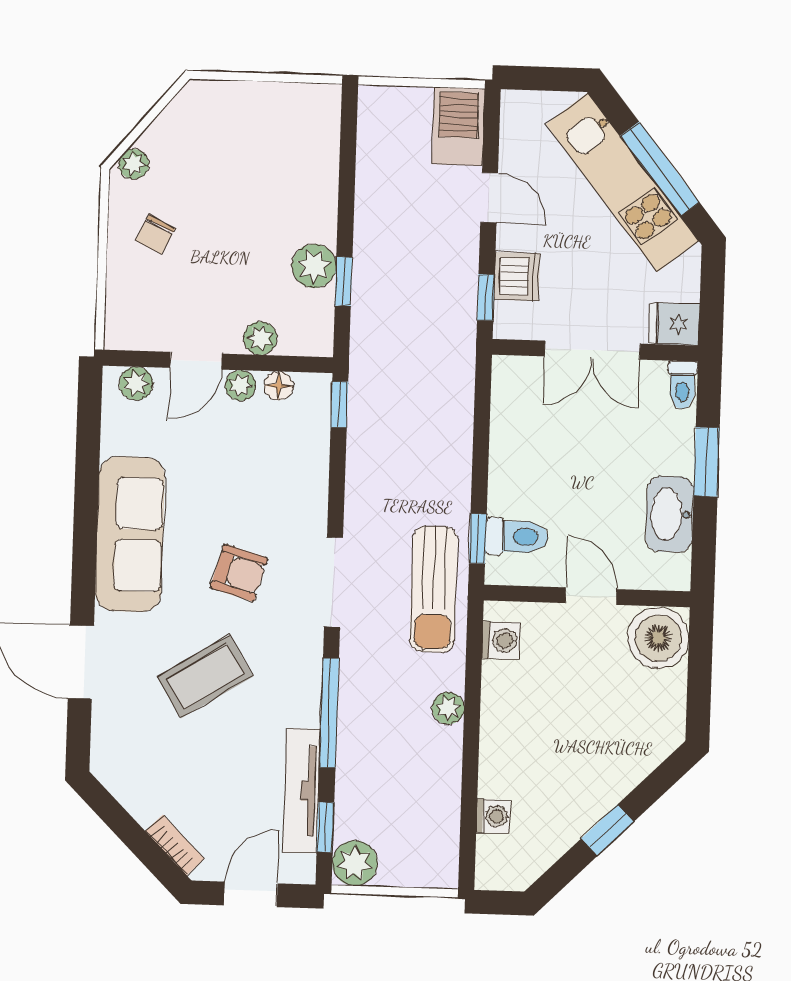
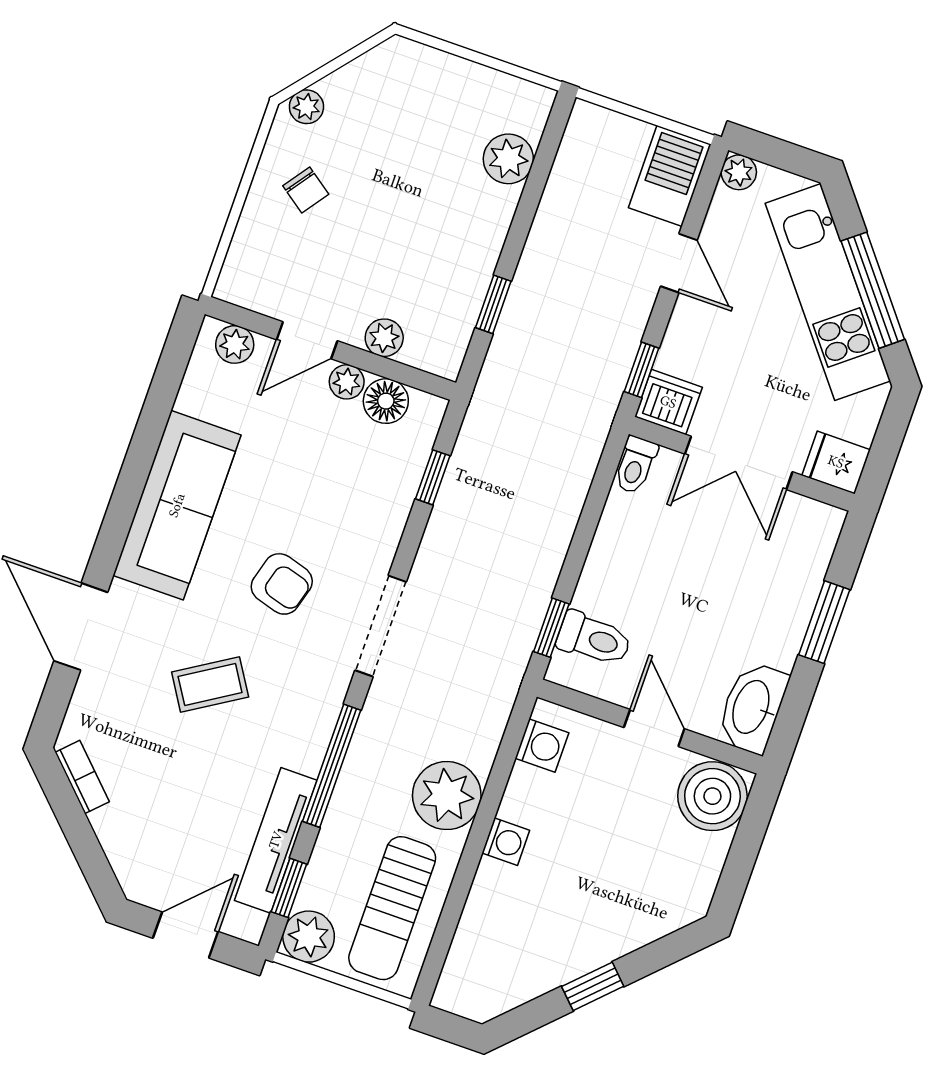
plant: (516, 105) -> (739, 172), added
chair: (155, 234) -> (306, 190), turned -80
plant: (314, 266) -> (508, 159), moved
dishwasher: (517, 277) -> (668, 402), moved, turned -90
toilet: (682, 385) -> (635, 465), moved
floor lamp: (279, 386) -> (386, 401), width x1.37, depth x1.37
window: (339, 405) -> (433, 477), moved
washbasin: (670, 514) -> (752, 707), moved
sun lounger: (434, 589) -> (392, 908), moved
coffee table: (205, 677) -> (210, 685), width x0.73, depth x0.77
plant: (448, 708) -> (447, 796), width x1.88, depth x1.88
washing machine: (493, 816) -> (506, 842), moved
bookcase: (175, 845) -> (82, 777), moved

